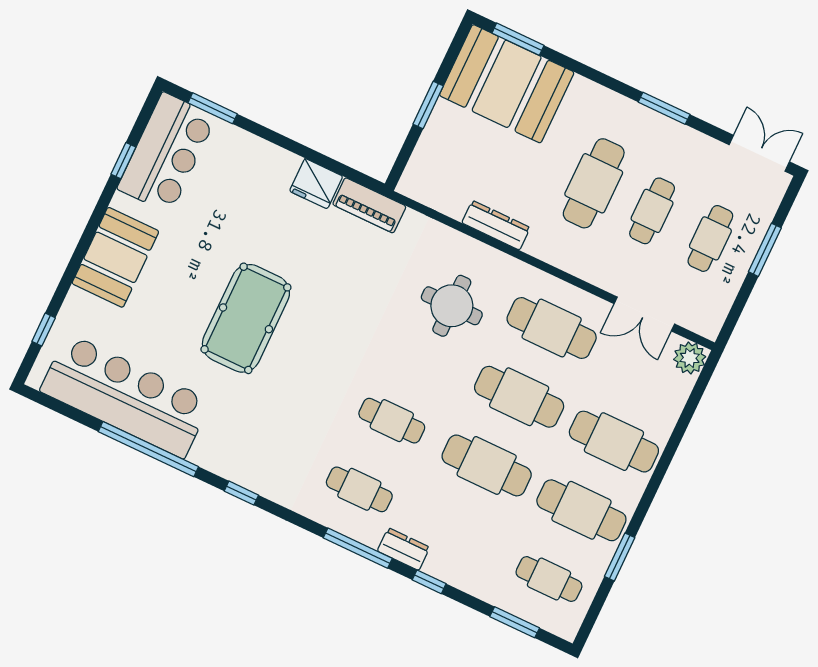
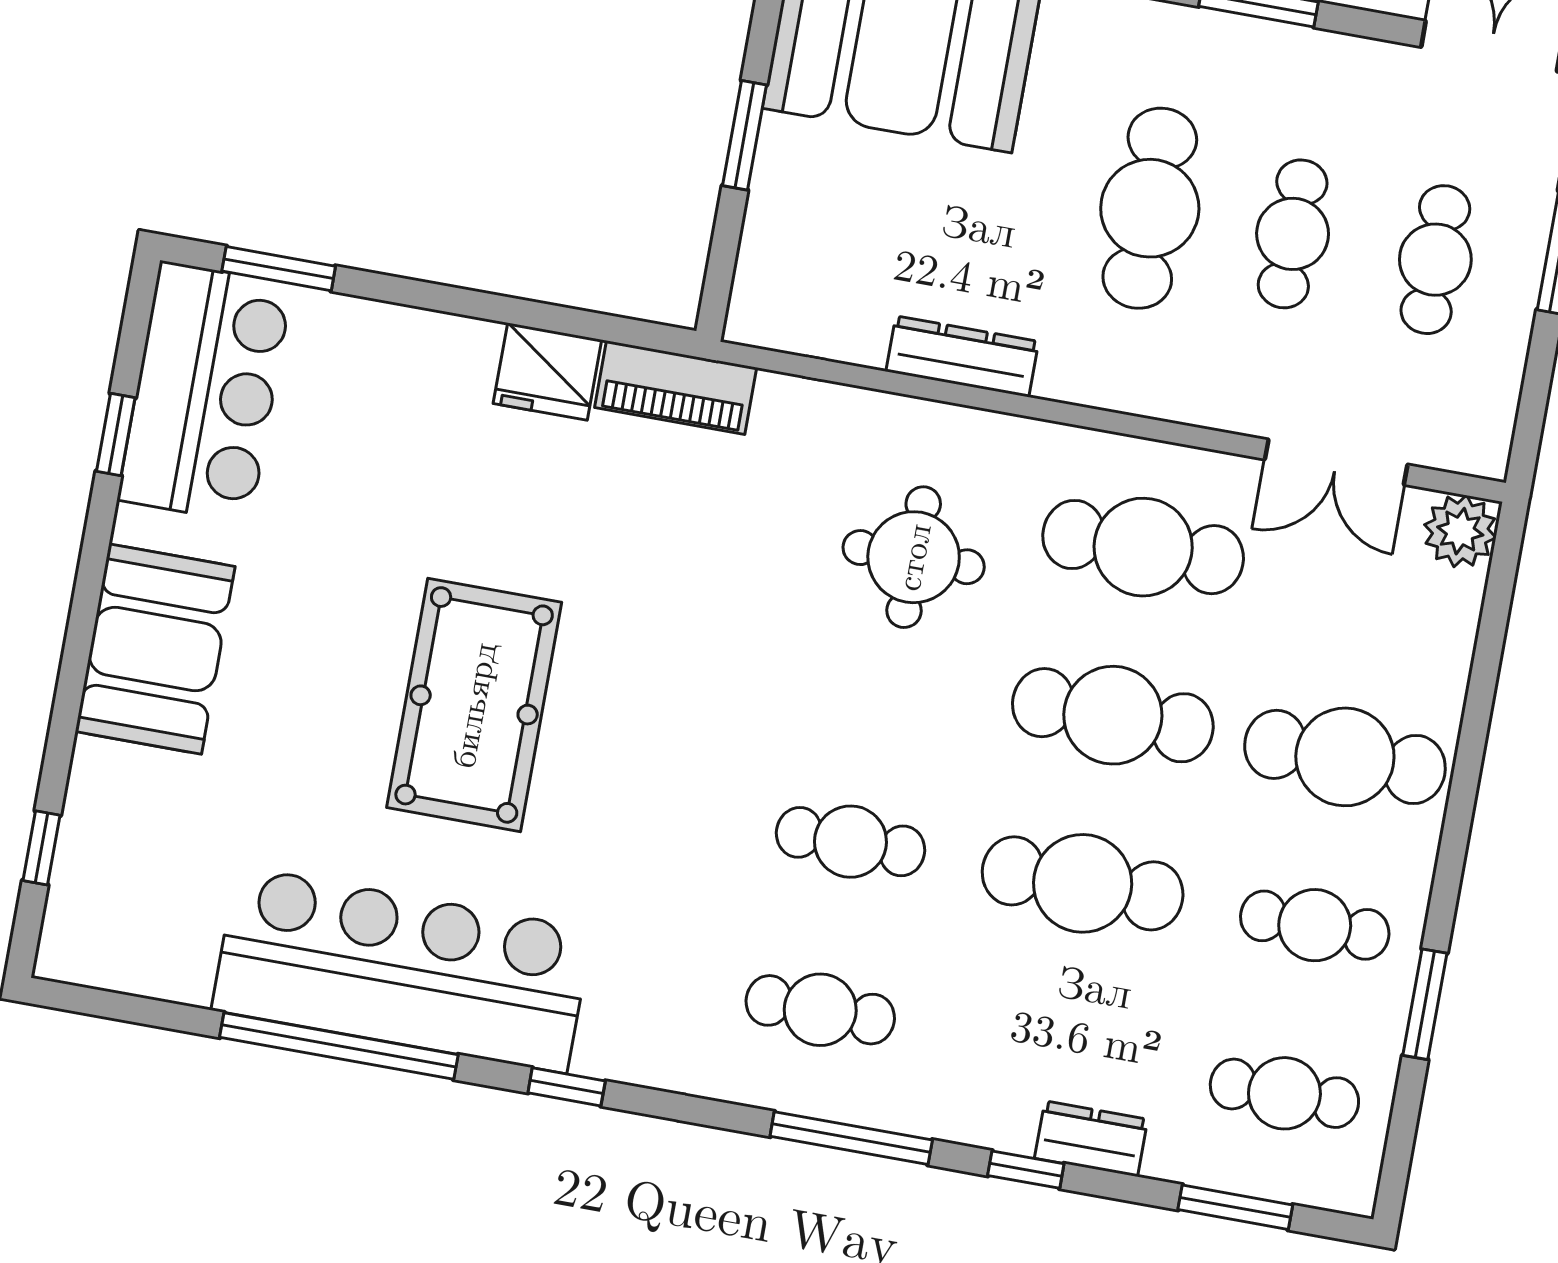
bar counter: (125, 396) -> (402, 970), moved
cafe table: (581, 510) -> (1315, 925), width x0.73, depth x0.74
dresser: (403, 549) -> (1091, 1139), moved

